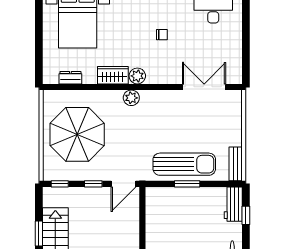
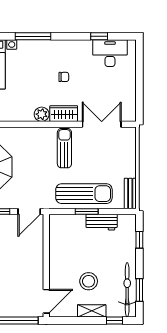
wardrobe: (113, 75) -> (64, 114), moved
plant: (131, 98) -> (36, 134), removed
sun lounger: (163, 114) -> (64, 148), added
workbench: (233, 204) -> (102, 222), moved, turned -90

